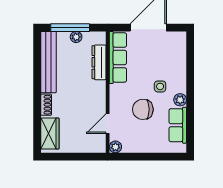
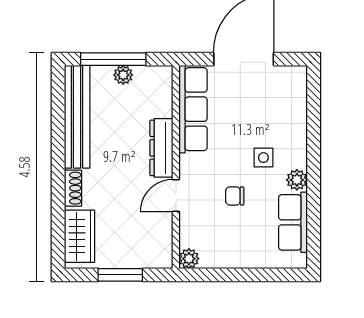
dresser: (99, 62) -> (161, 148), moved
chair: (143, 109) -> (235, 196), width x0.54, depth x0.54
door: (108, 124) -> (176, 195), moved
window: (74, 157) -> (120, 275), added

